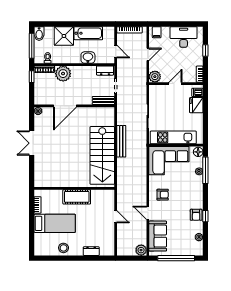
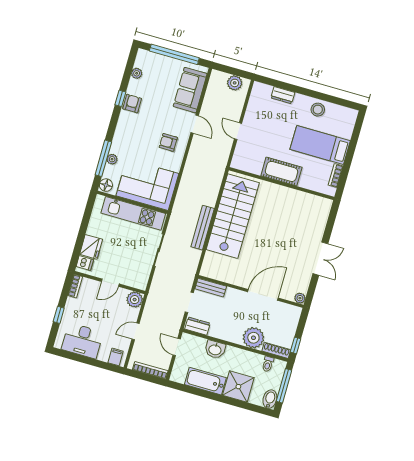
plant: (141, 250) -> (235, 83), moved

